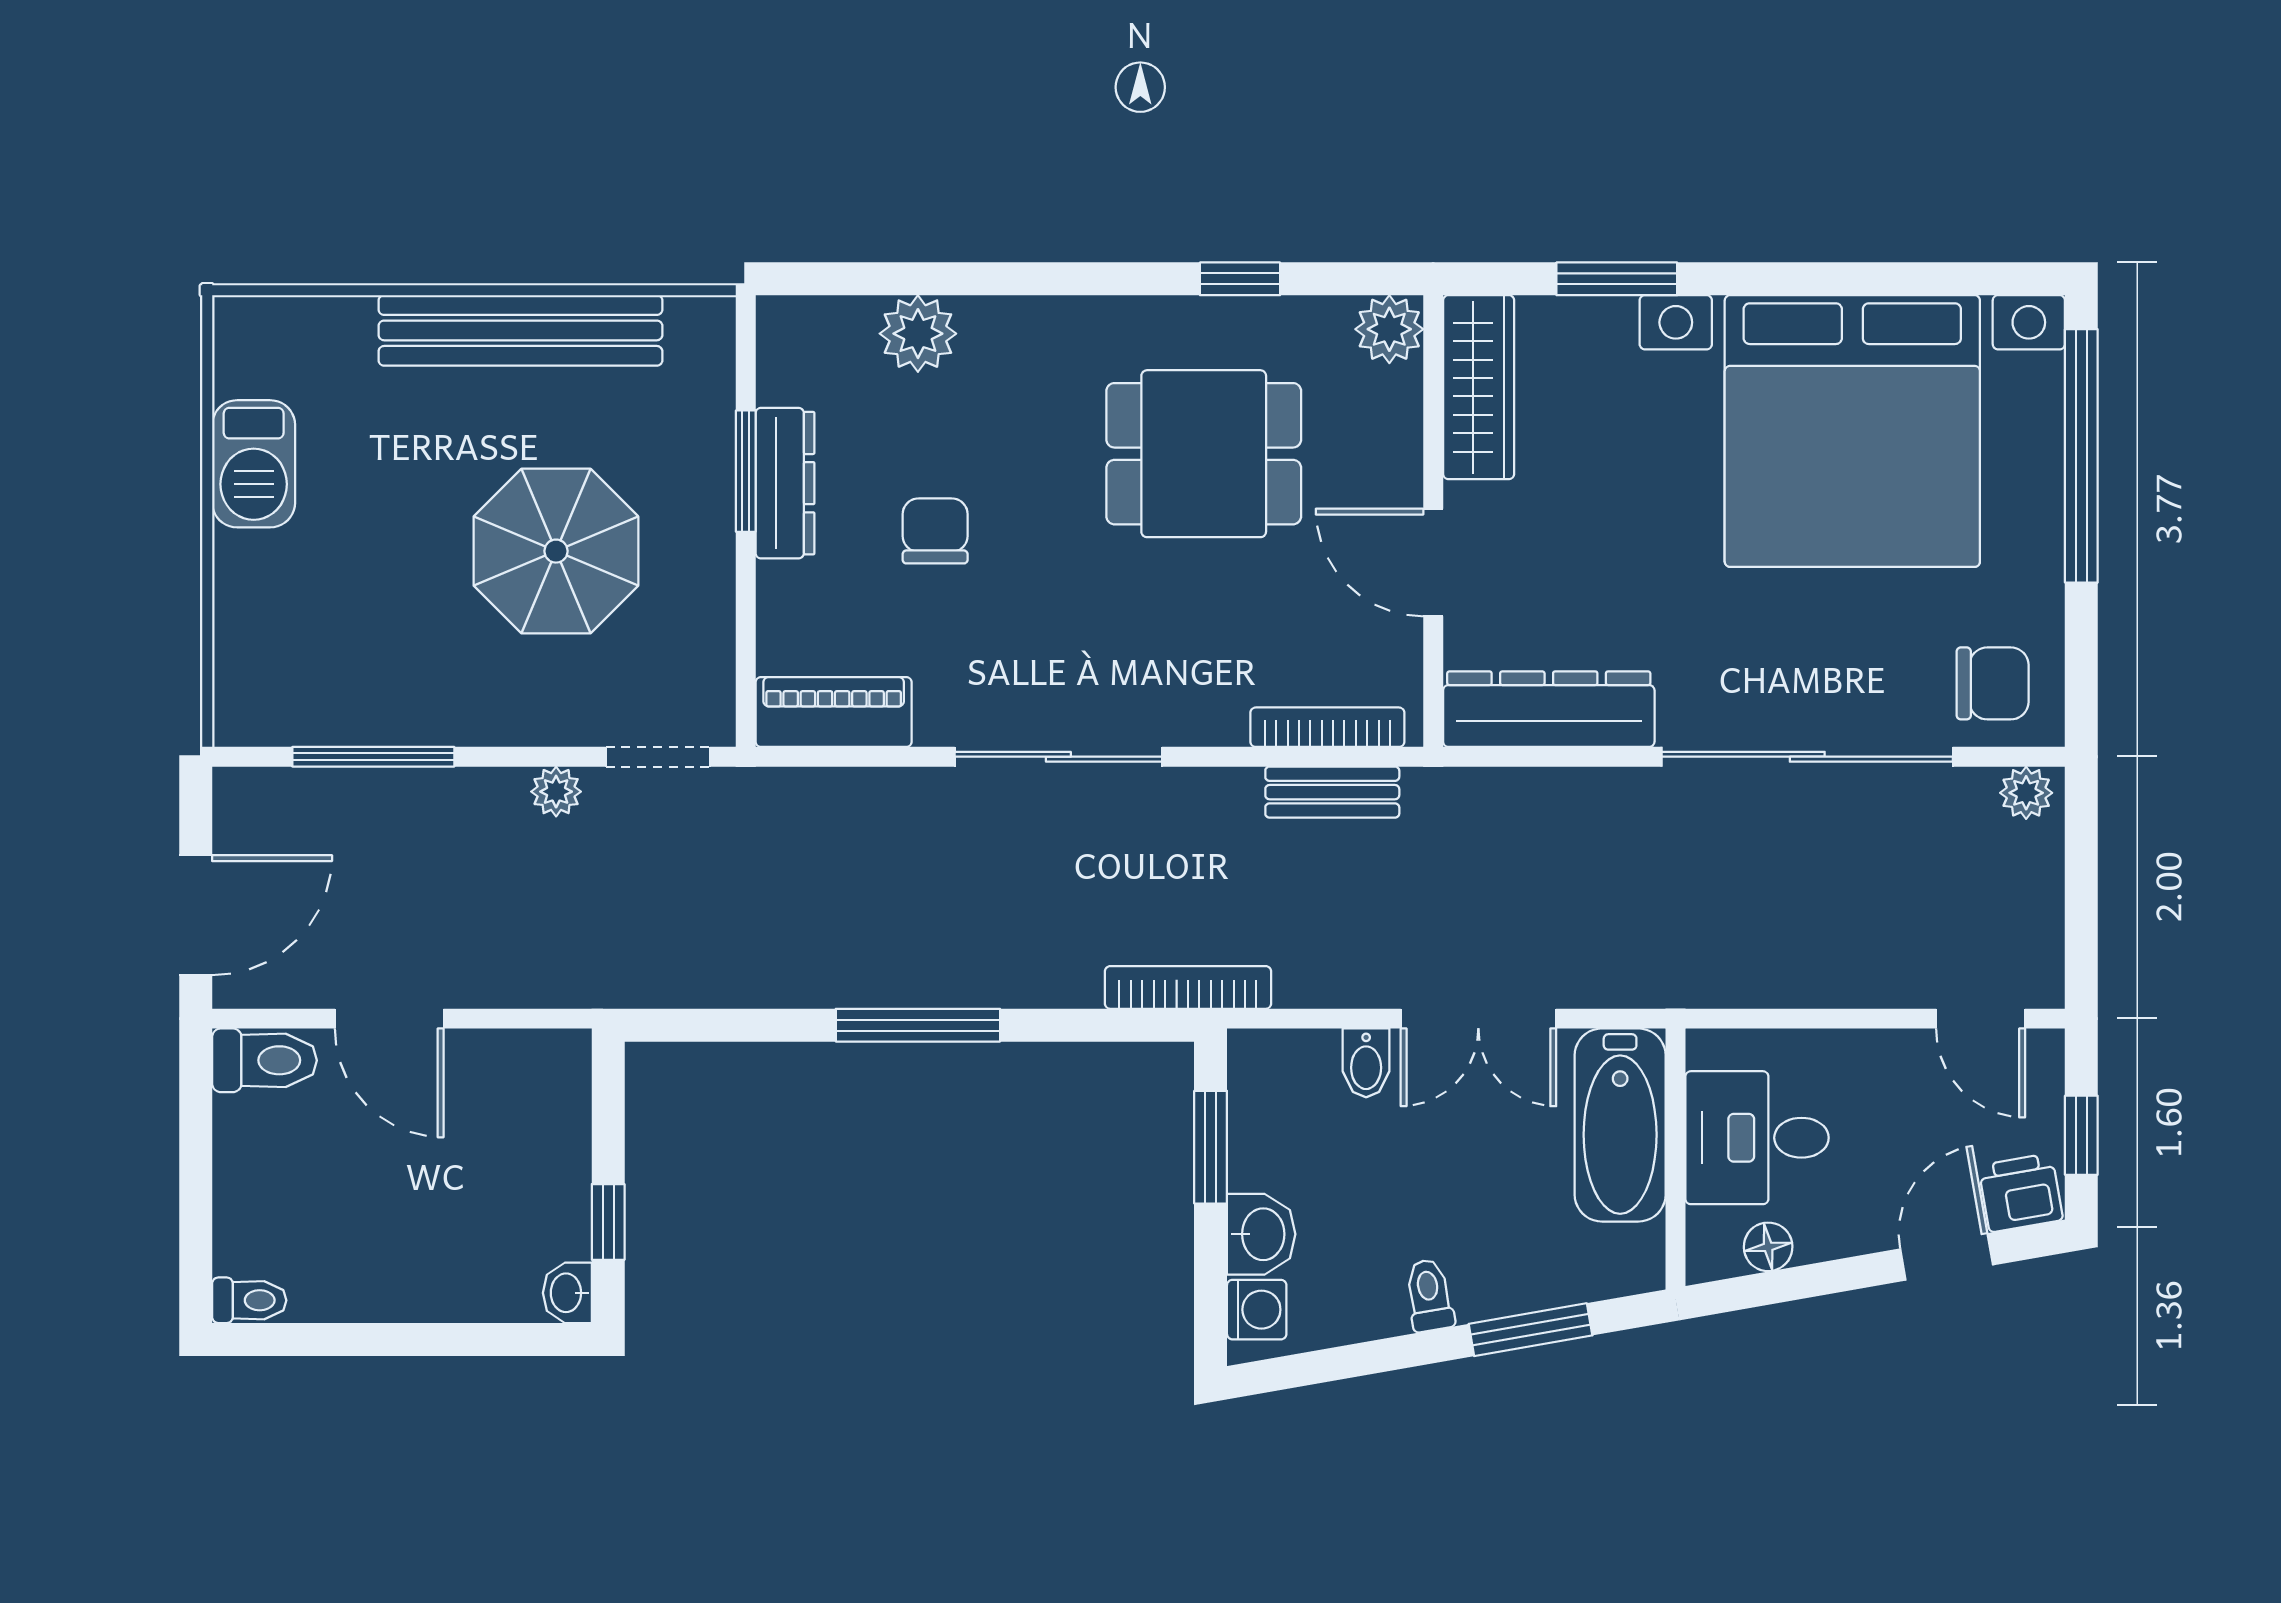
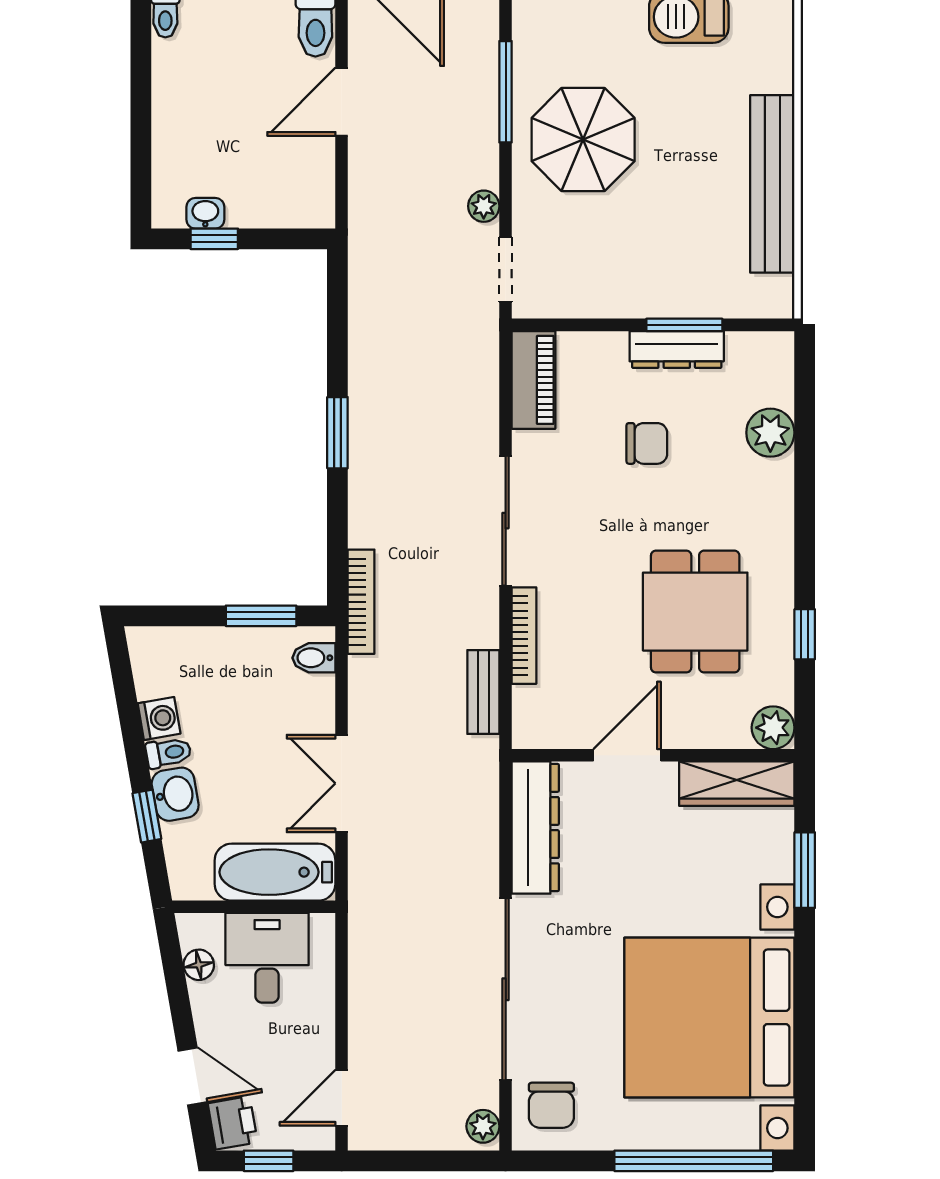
parasol: (556, 551) -> (583, 140), moved
bookcase: (1327, 727) -> (524, 636), moved
window: (918, 1025) -> (337, 433), width x0.69
bidet: (1366, 1063) -> (314, 658), moved
washbasin: (1261, 1234) -> (175, 794), moved, turned -100
washbasin: (567, 1293) -> (205, 213), moved
washing machine: (1257, 1310) -> (159, 718), moved, turned -100
window: (1530, 1330) -> (147, 816), width x0.67

